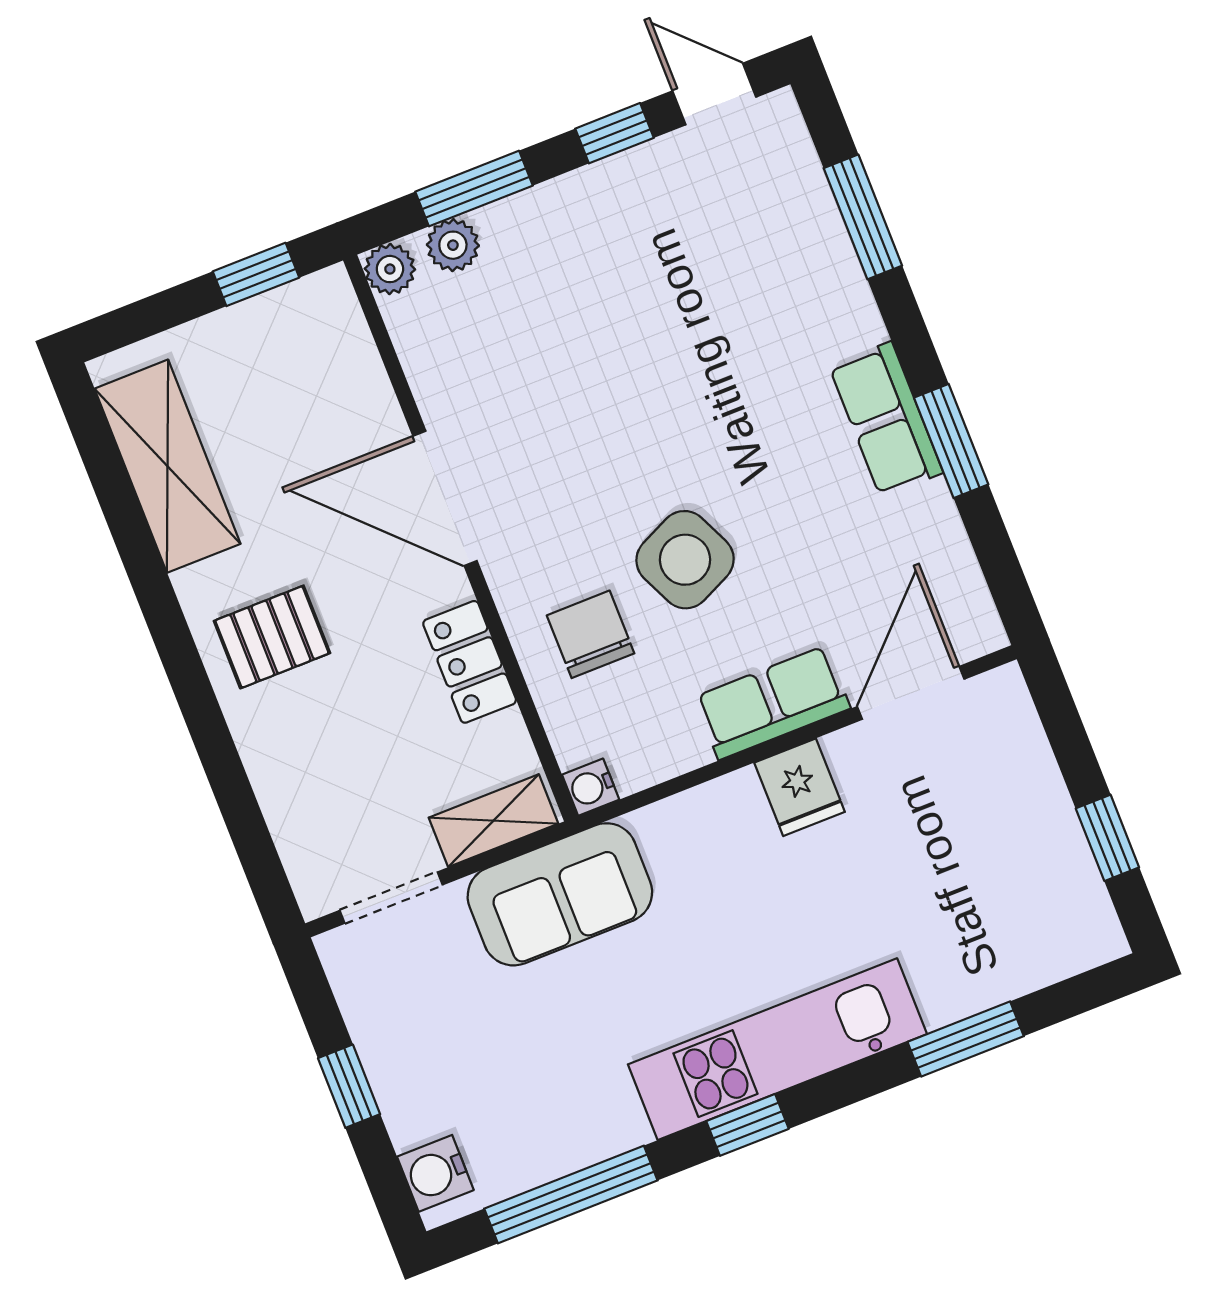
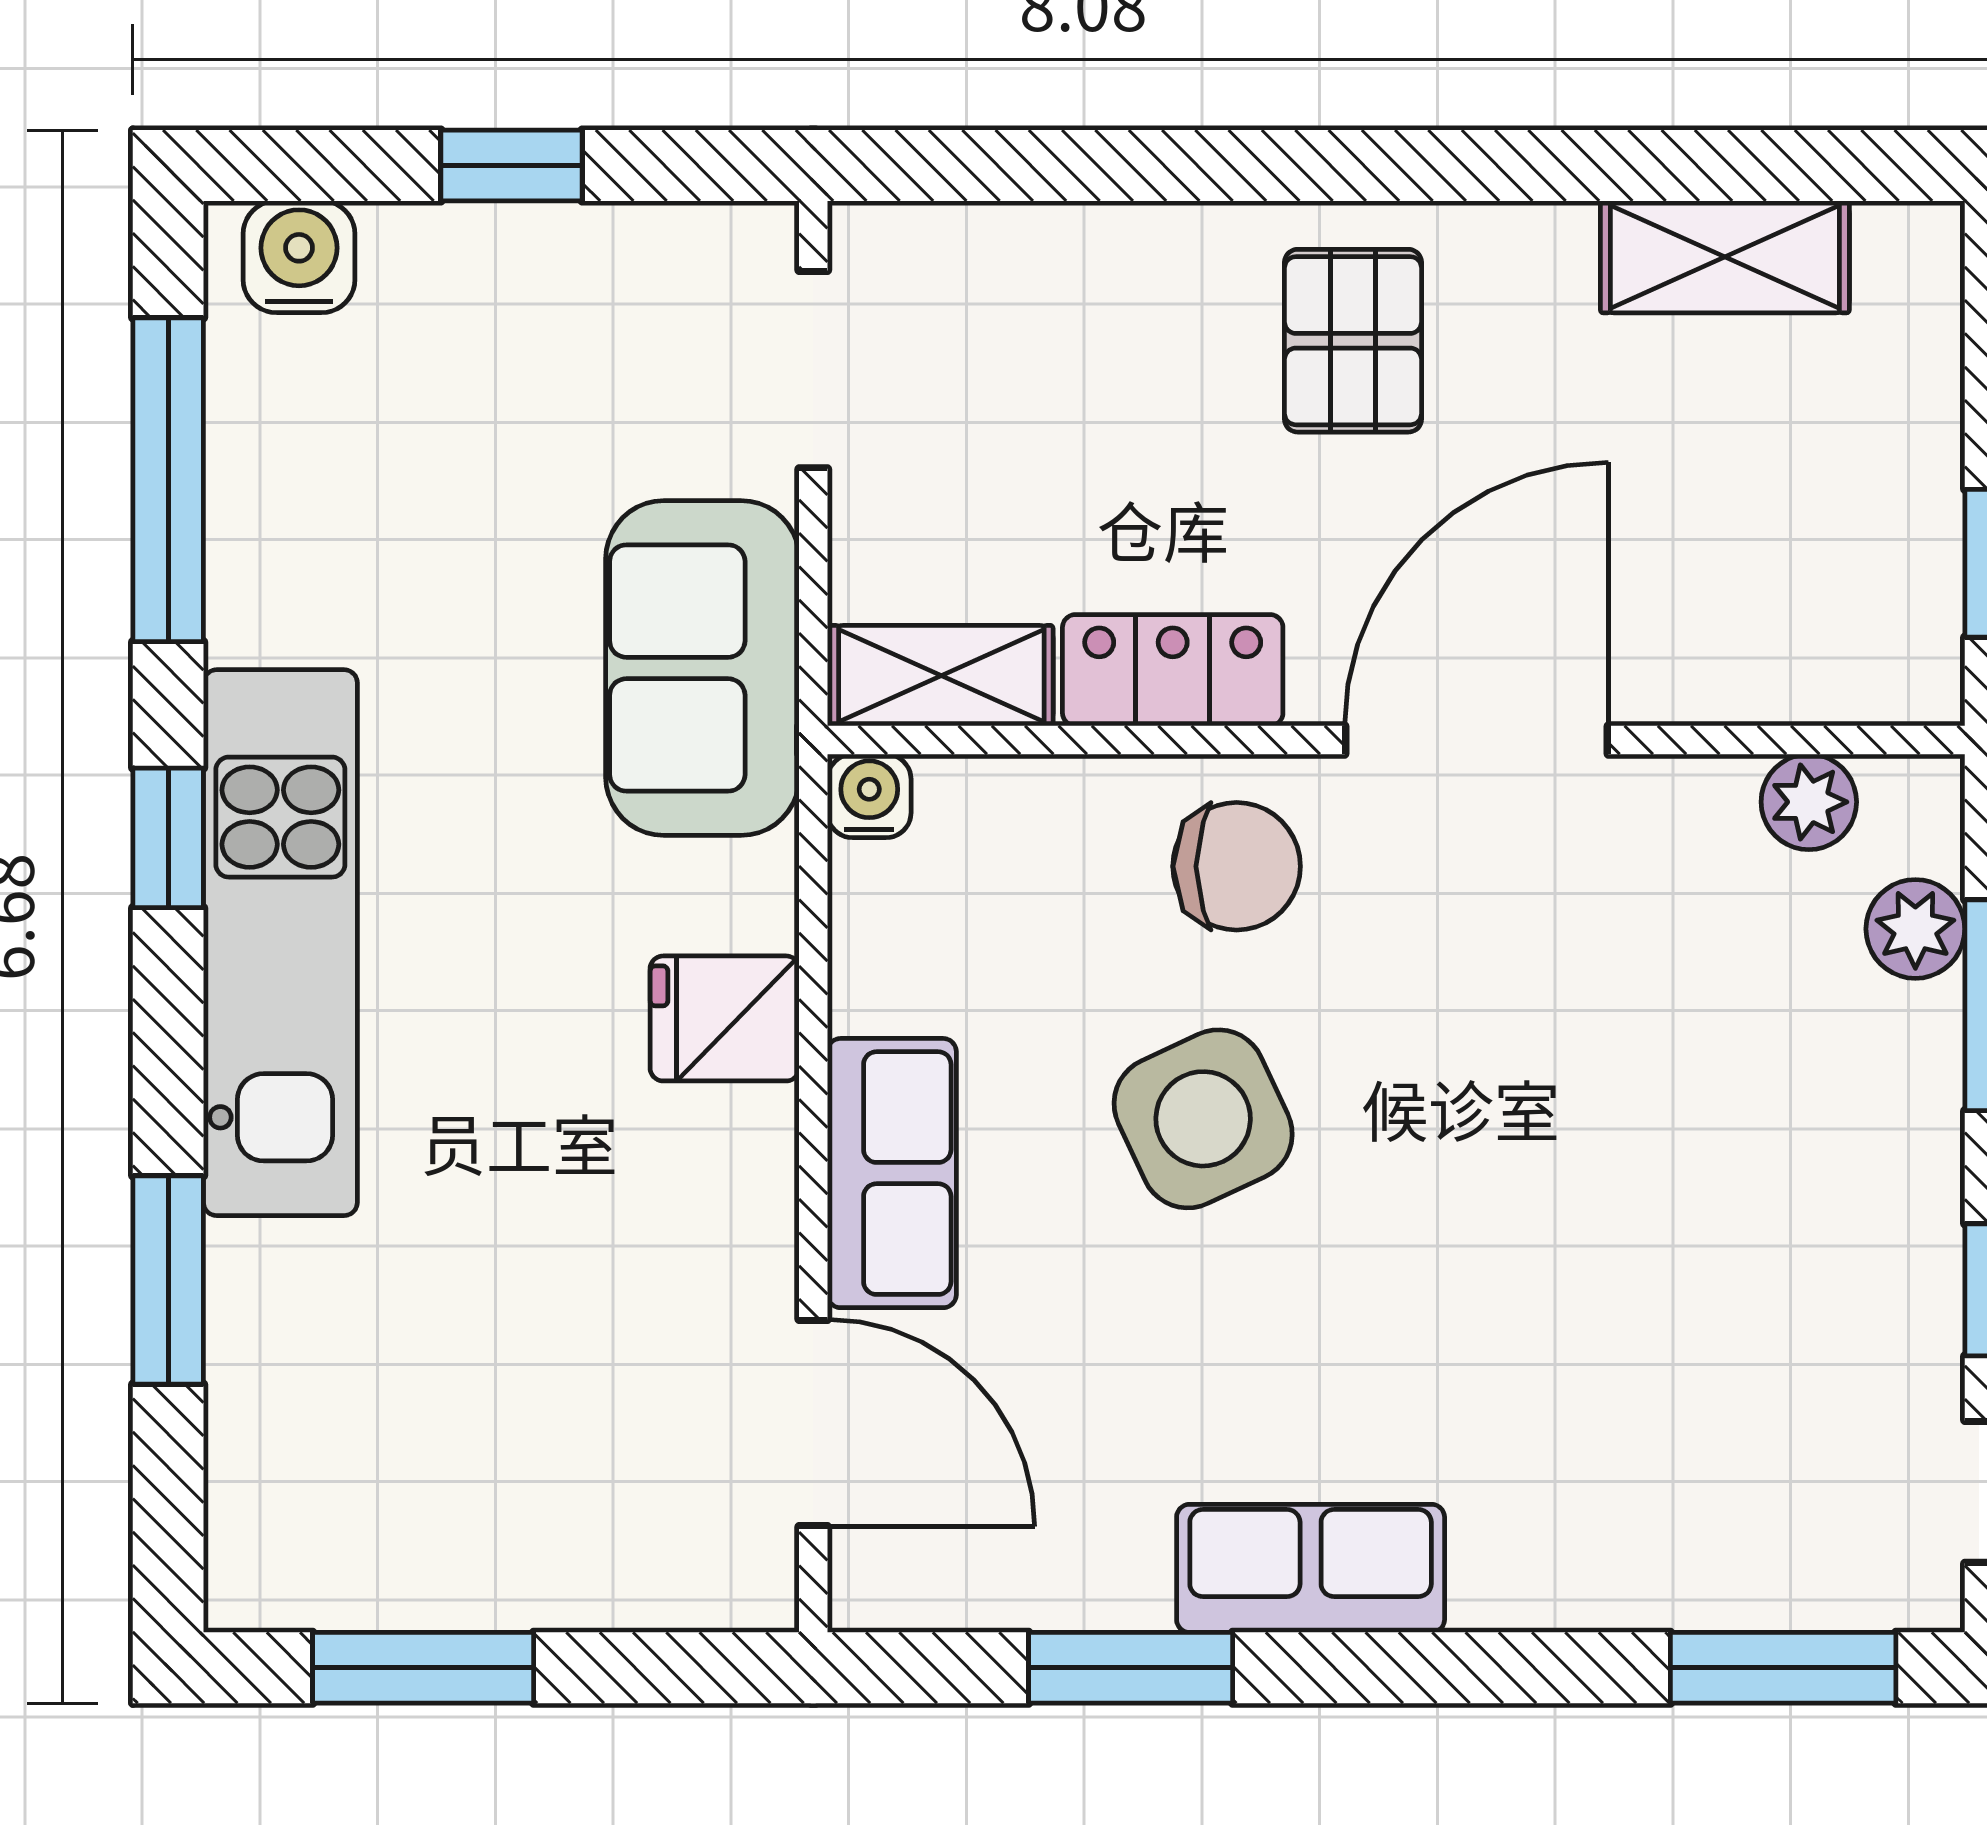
window: (863, 217) -> (1783, 1668), moved
plant: (390, 269) -> (1809, 802), moved
window: (951, 441) -> (1131, 1668), moved
shelving: (168, 466) -> (1725, 257), width x0.67, depth x0.75
chair: (591, 634) -> (1237, 866), moved
fridge: (800, 787) -> (725, 1018), moved
shelving: (493, 821) -> (941, 676), moved, turned 90
window: (1107, 838) -> (423, 1668), width x1.50

